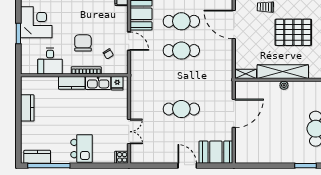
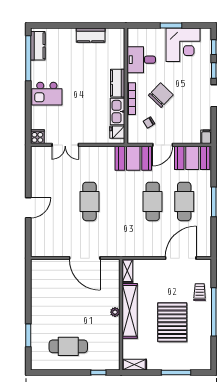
chair: (83, 43) -> (161, 95), turned -46
booth: (216, 152) -> (133, 158), moved, turned 90

